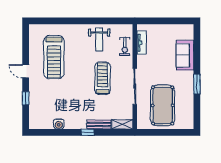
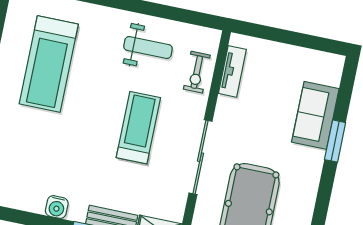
weight bench: (99, 40) -> (148, 48), turned -90
window: (197, 84) -> (335, 141), moved
water cooler: (59, 124) -> (57, 207), moved

